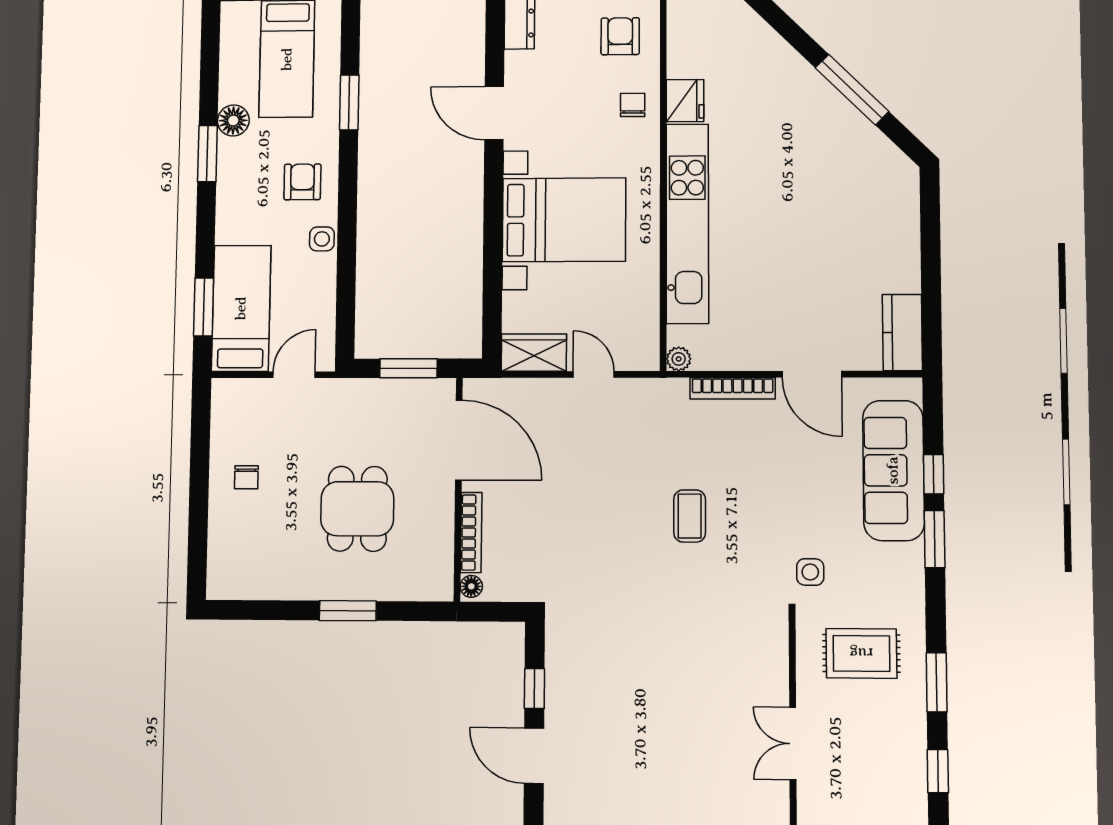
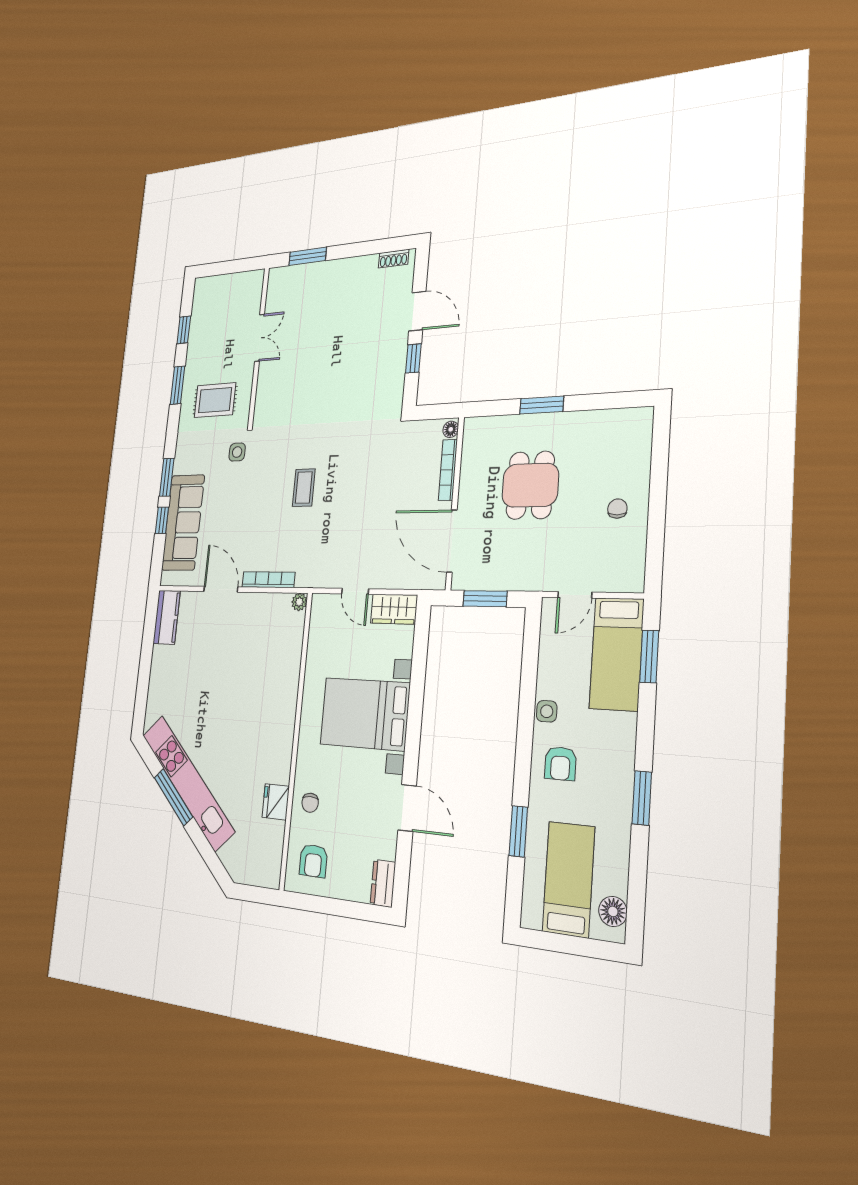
floor lamp: (233, 120) -> (613, 911), moved
kitchen unit: (687, 223) -> (188, 783), moved, turned 135

